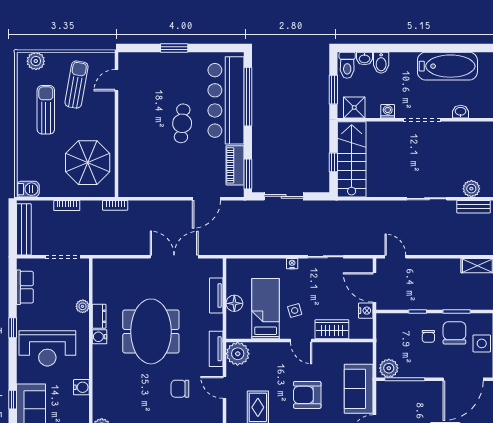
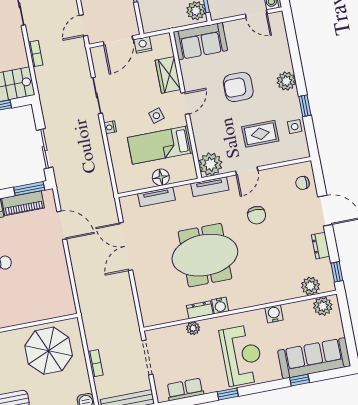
bookcase: (115, 205) -> (36, 54), moved
sofa: (359, 389) -> (200, 41), moved
armchair: (307, 395) -> (238, 87), turned 90

